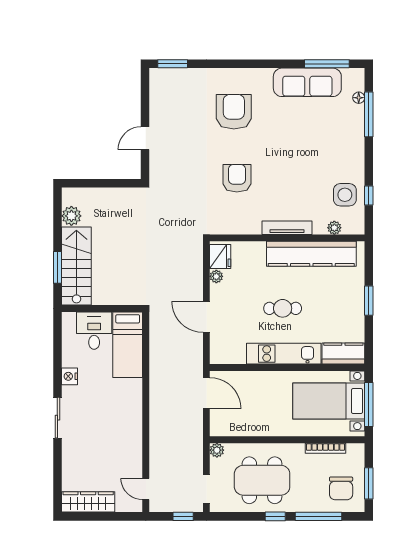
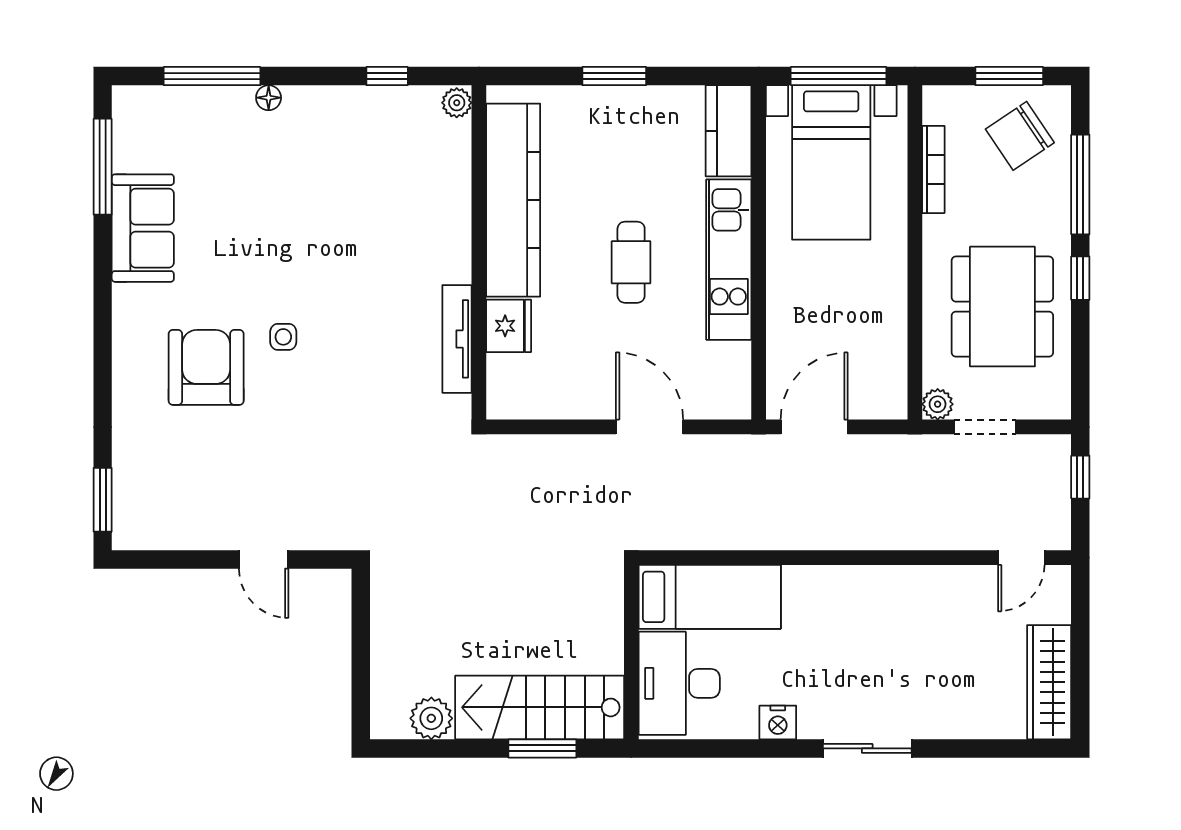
sofa: (307, 82) -> (143, 228), width x0.73
floor lamp: (359, 98) -> (269, 98), moved
armchair: (234, 112) -> (206, 367), turned 90
armchair: (237, 178) -> (350, 361), removed
side table: (345, 195) -> (283, 337), moved, width x0.54, depth x0.54
tv unit: (287, 228) -> (457, 339), moved
plant: (334, 228) -> (457, 103), moved
fridge: (220, 256) -> (509, 326), moved, turned 90
plant: (216, 276) -> (562, 405), removed
door: (206, 317) -> (650, 427), swing flipped
desk: (94, 331) -> (679, 683), width x1.37
chair: (341, 488) -> (1020, 136), turned 146
doorway: (206, 489) -> (985, 427), moved

